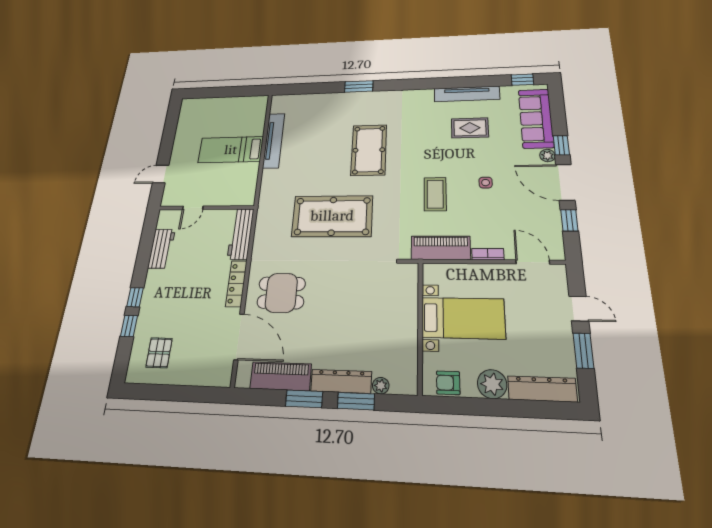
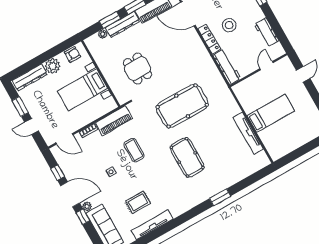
stool: (198, 287) -> (229, 25), added
dining table: (281, 293) -> (138, 69), moved, turned 90

